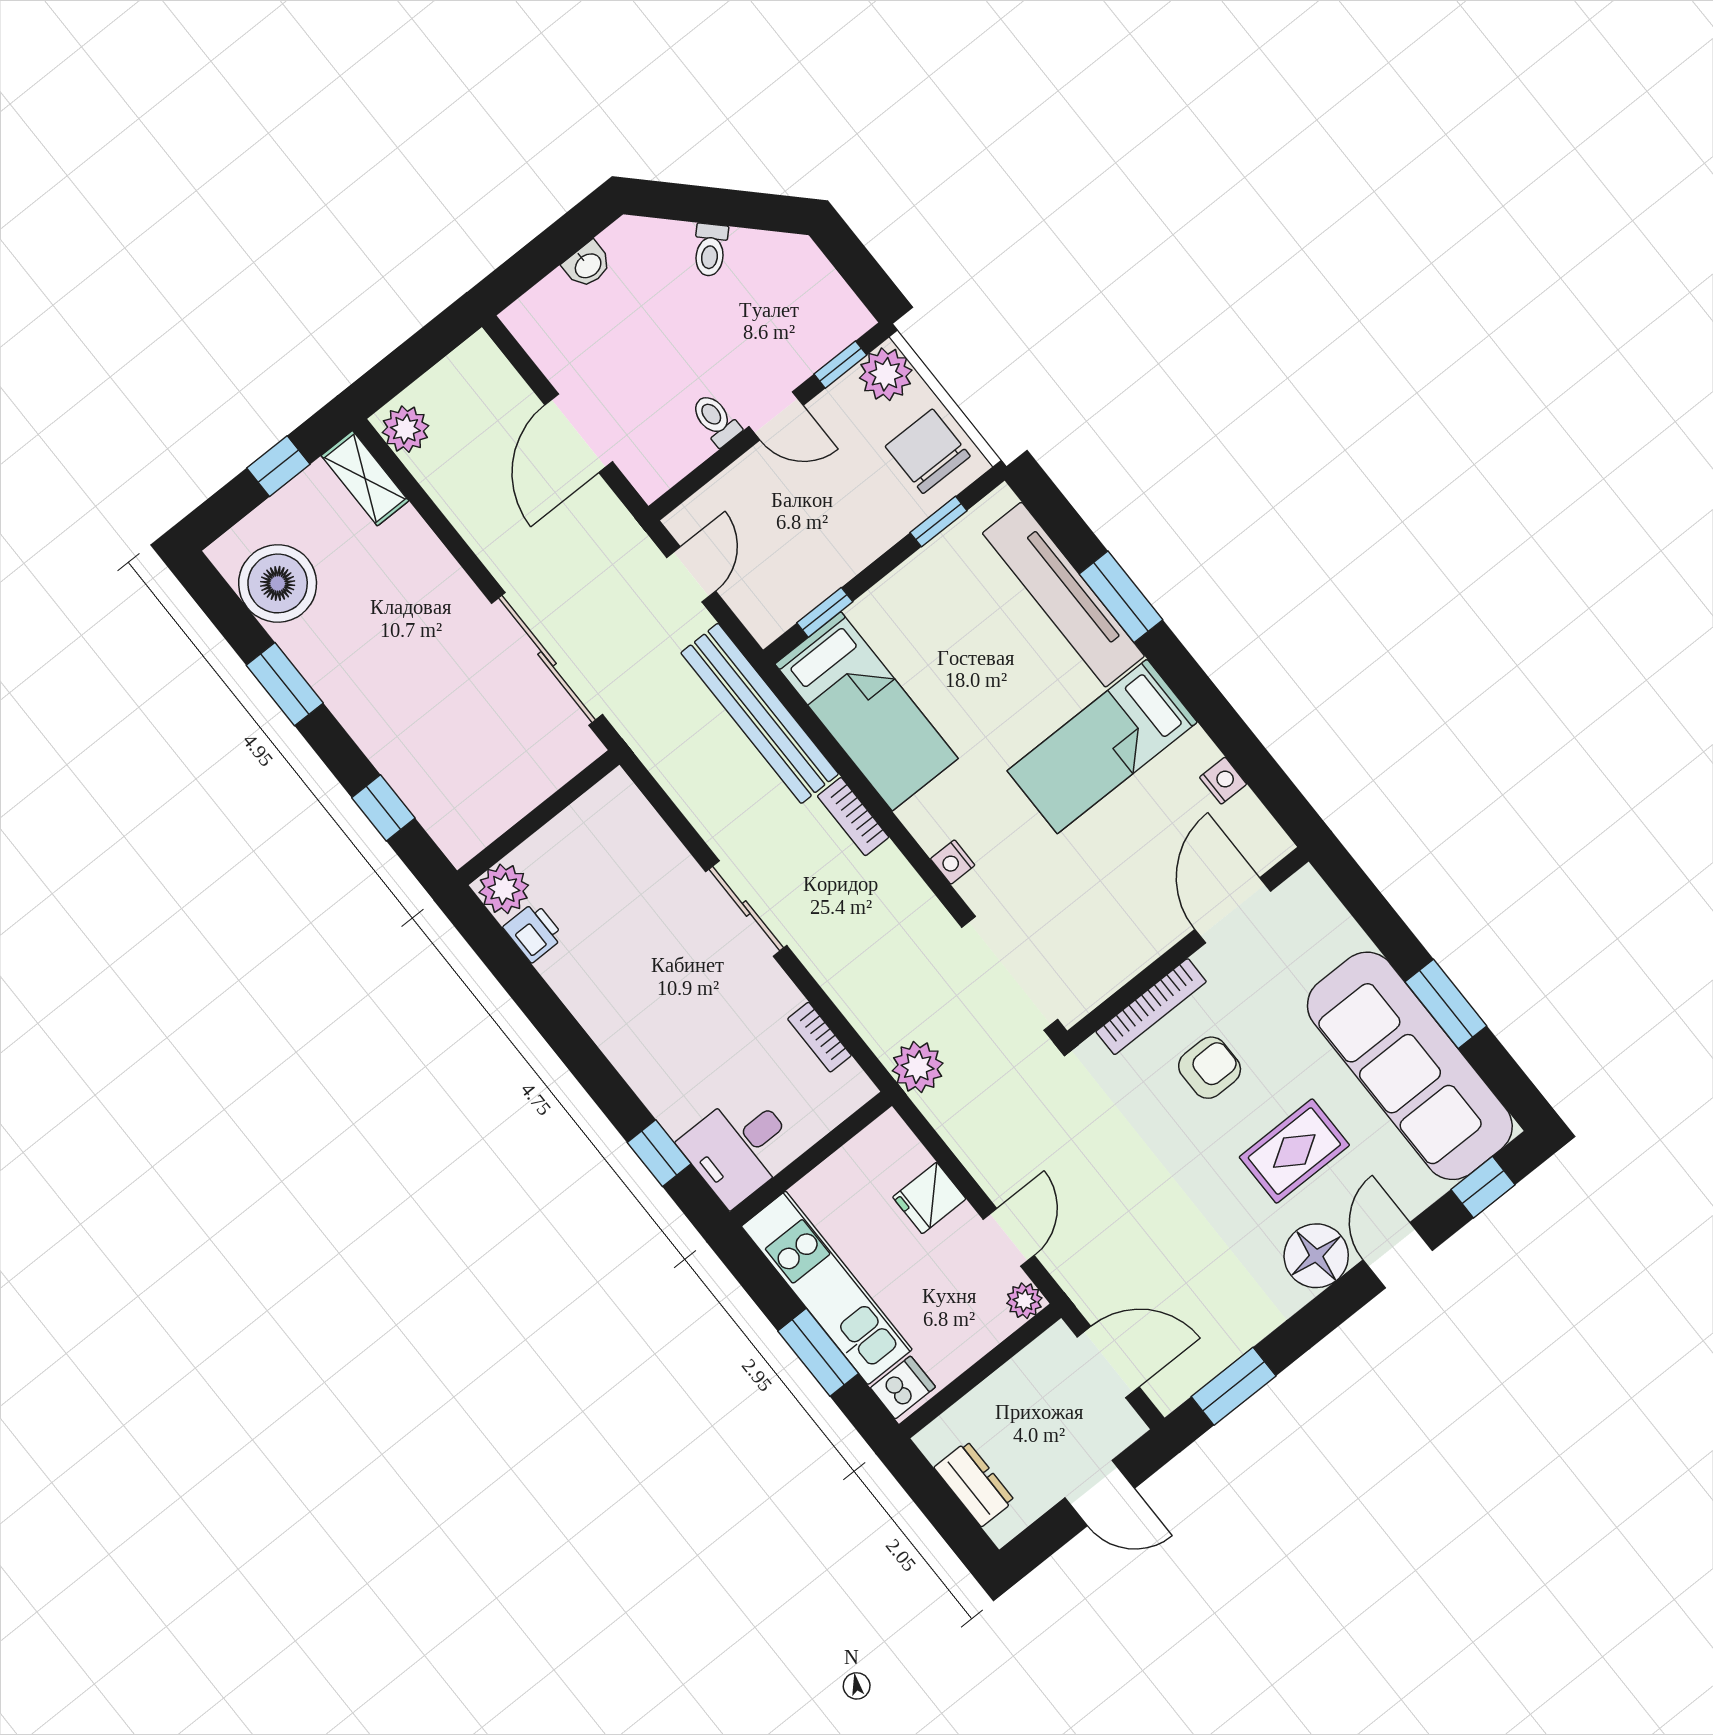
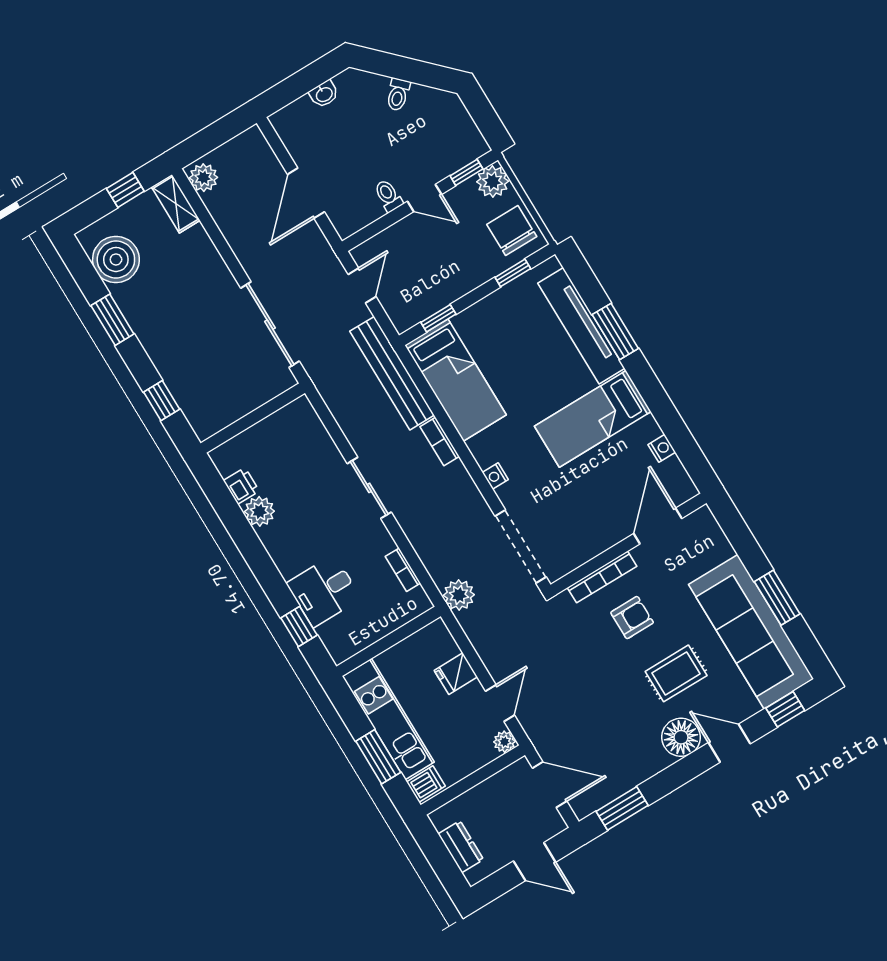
plant: (504, 889) -> (259, 511), moved
desk: (739, 1147) -> (324, 591), moved
door: (1398, 1255) -> (729, 743), hinge flipped

